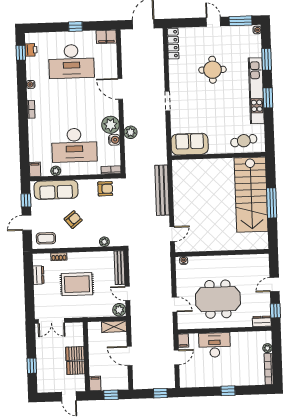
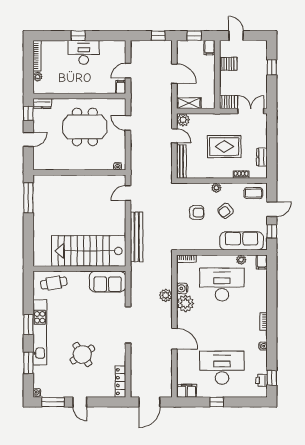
round table: (212, 70) -> (82, 354), turned -34
doorway: (167, 101) -> (128, 325), width x1.87
armchair: (105, 189) -> (197, 213), moved, turned 180
stairs: (251, 195) -> (89, 251), moved, turned -90
window: (272, 203) -> (28, 198), moved
plant: (104, 242) -> (216, 188), moved
desk: (215, 345) -> (84, 52), moved, turned 180
server rack: (75, 353) -> (228, 102), moved
window: (160, 393) -> (158, 36), moved

